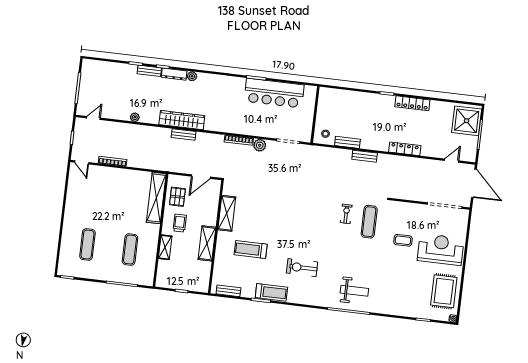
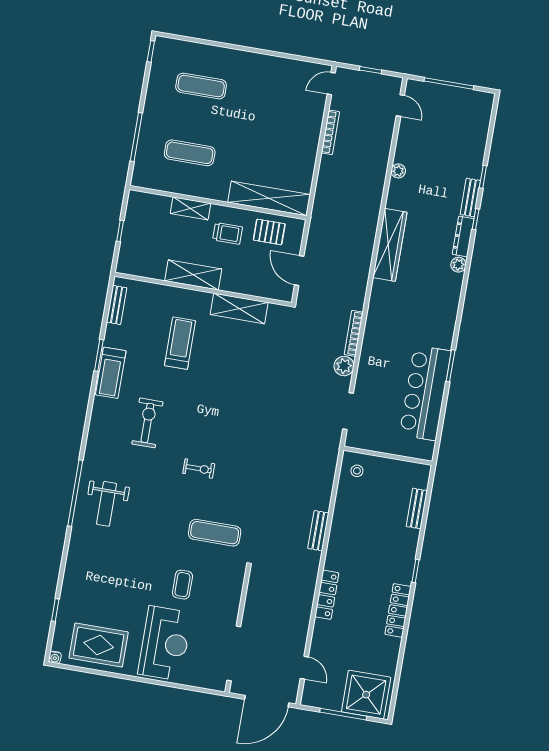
bench: (184, 134) -> (367, 247), removed
bench: (347, 142) -> (417, 509), moved
exercise bike: (346, 214) -> (199, 469), moved

